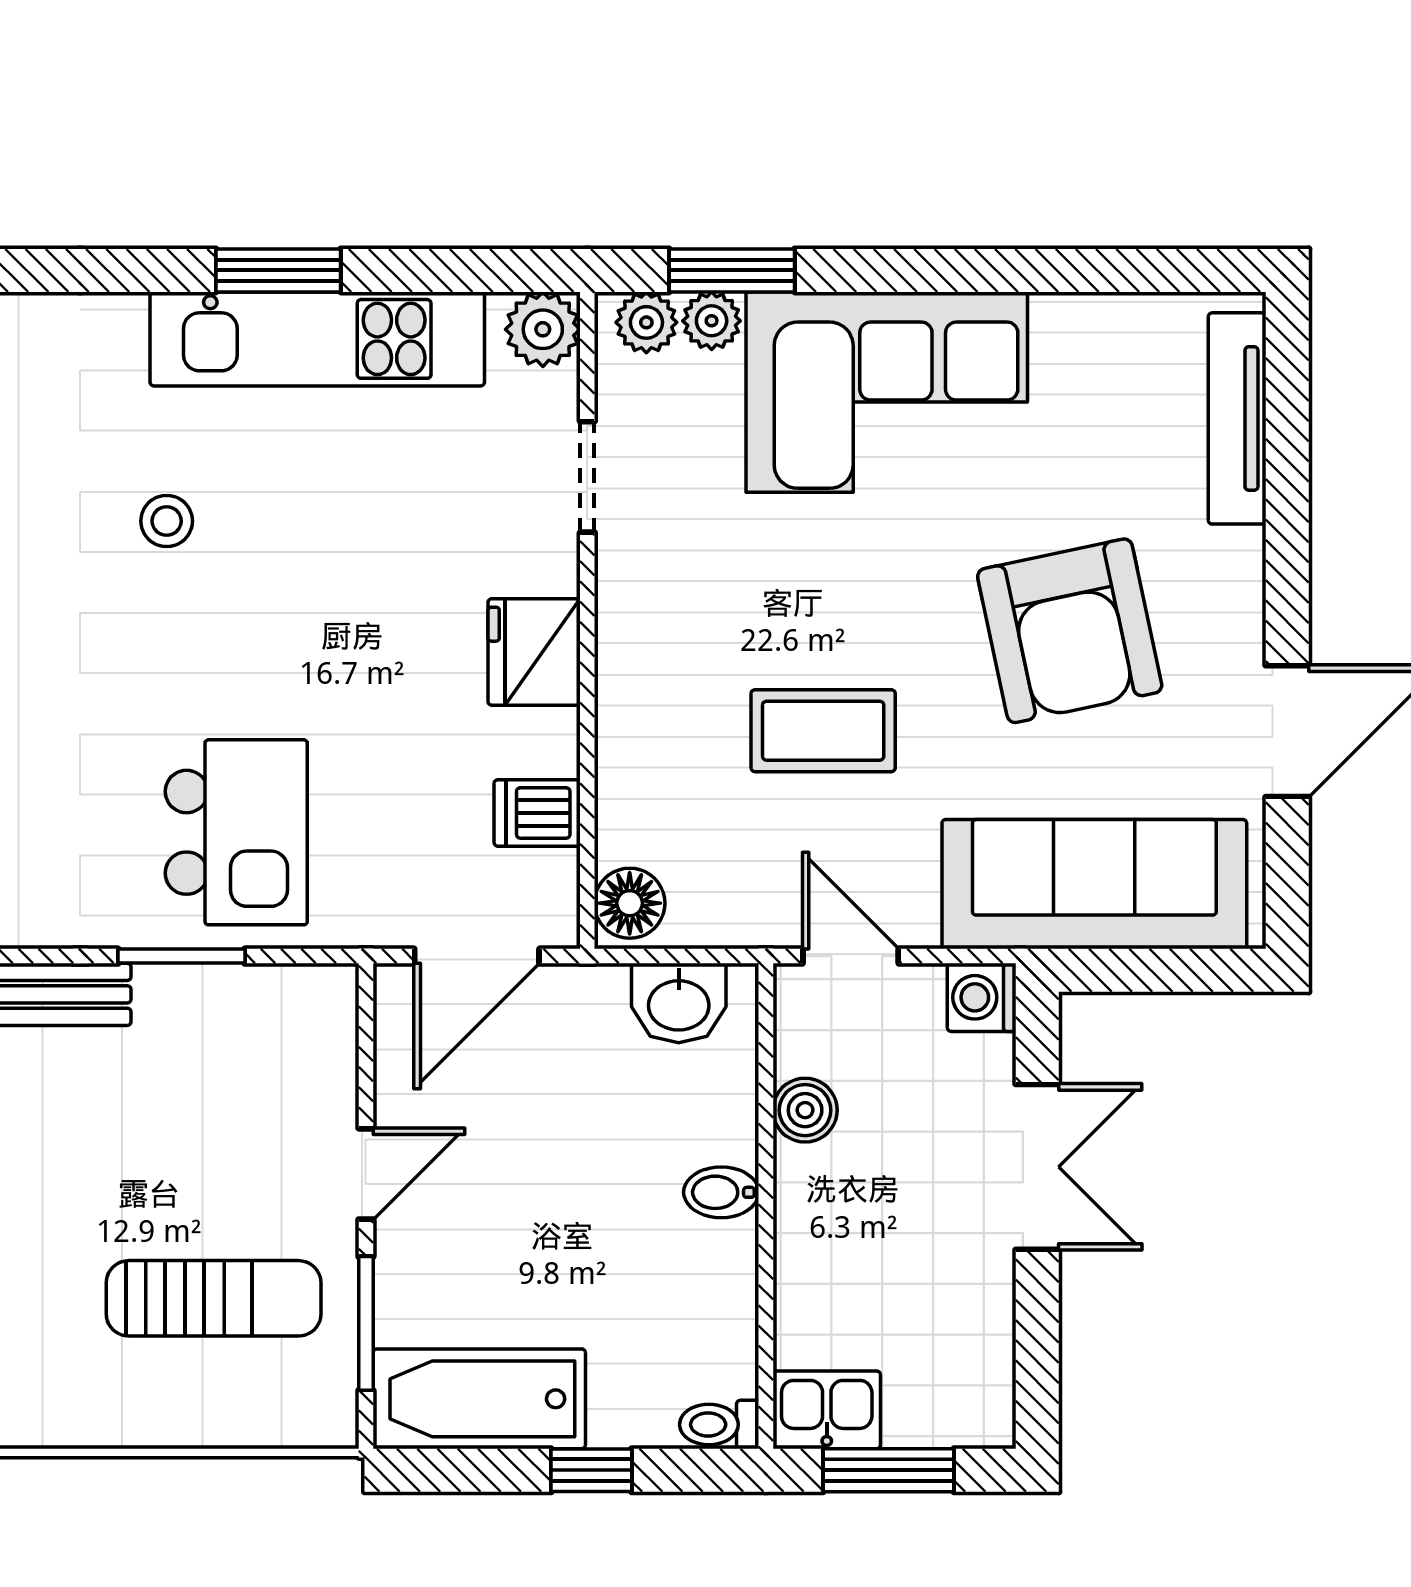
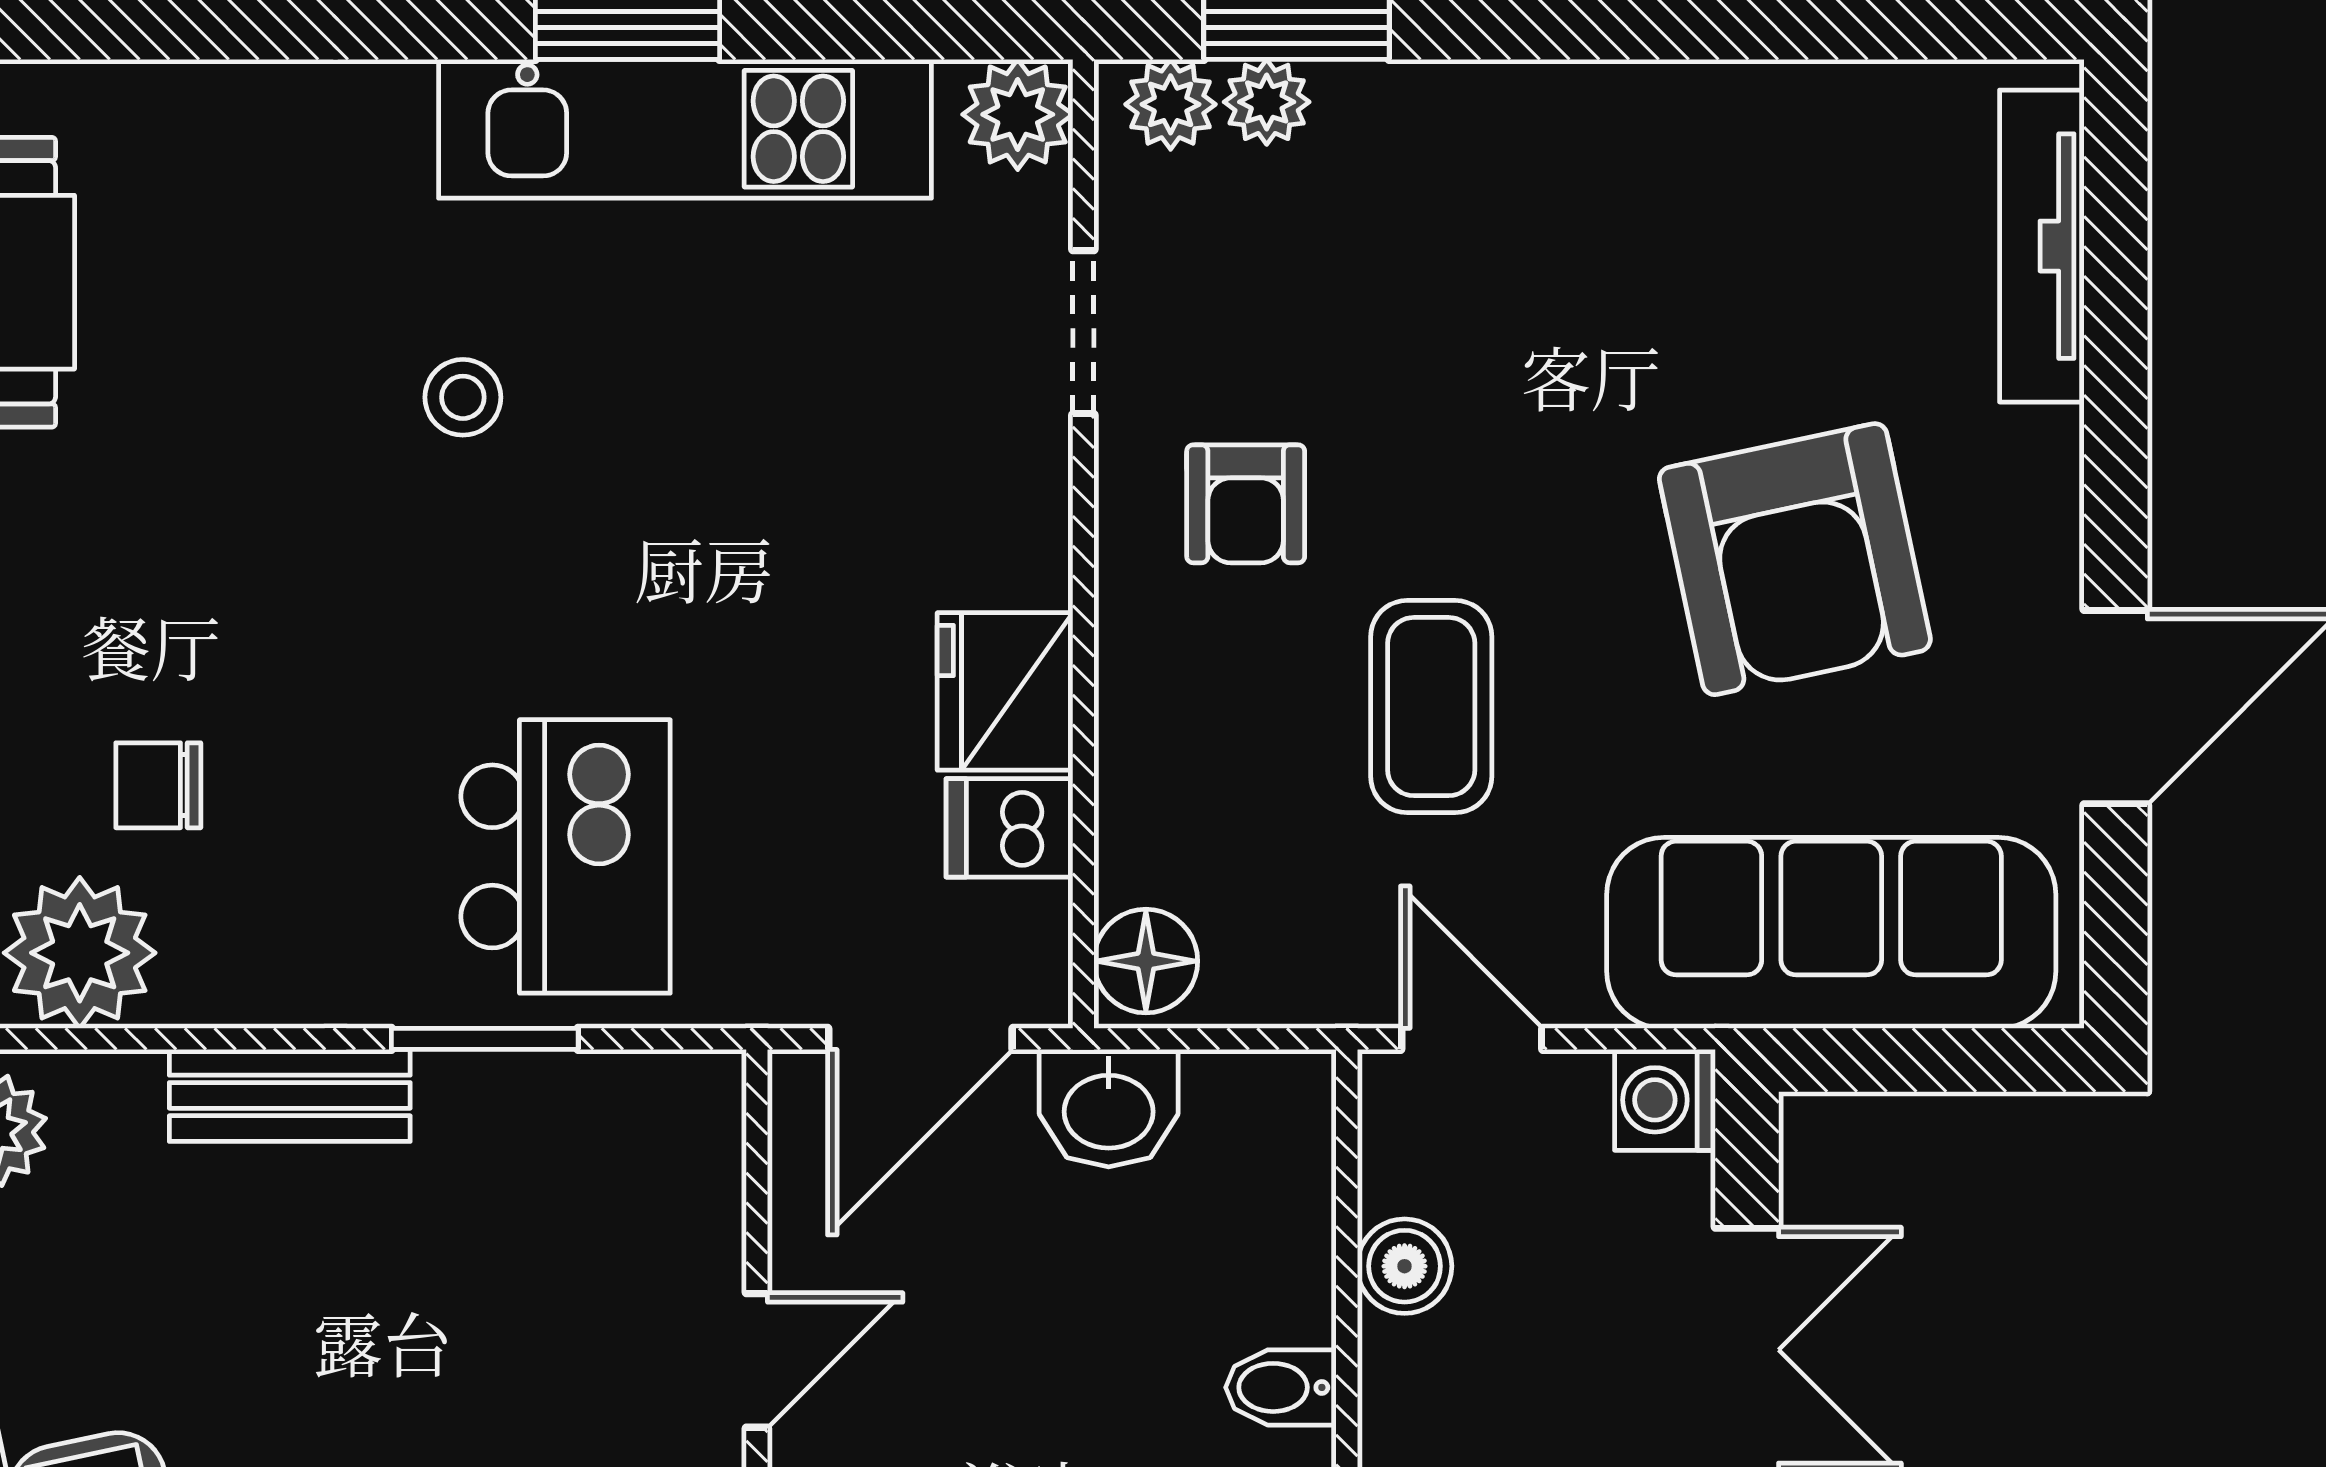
corner sofa: (887, 392) -> (1525, 207), removed
armchair: (697, 593) -> (1246, 504), added
fridge: (534, 652) -> (1005, 691), moved
coffee table: (823, 731) -> (1431, 707), turned 90
washbasin: (679, 1003) -> (1109, 1108), moved

